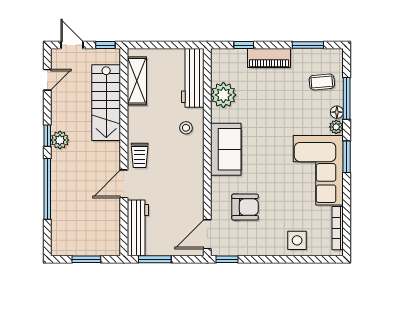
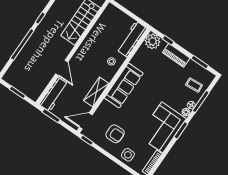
shelving: (137, 81) -> (96, 92), moved
plant: (223, 95) -> (153, 41), moved
plant: (60, 140) -> (45, 25), removed
sofa: (226, 149) -> (124, 86), width x1.36
trolley: (140, 155) -> (79, 59), removed
door: (124, 184) -> (62, 68), swing flipped
armchair: (245, 207) -> (115, 134), moved

